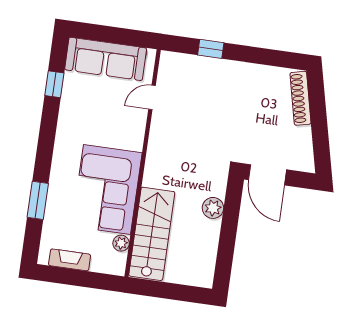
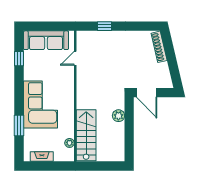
corner sofa: (107, 189) -> (41, 104), moved, turned 180

